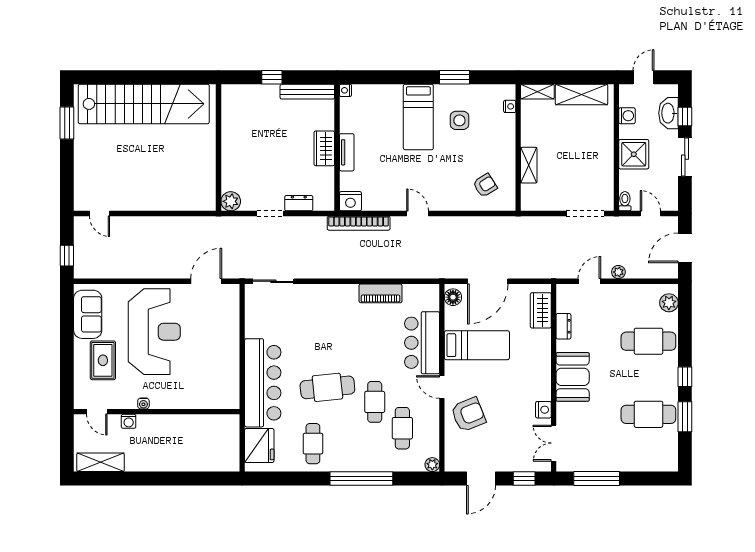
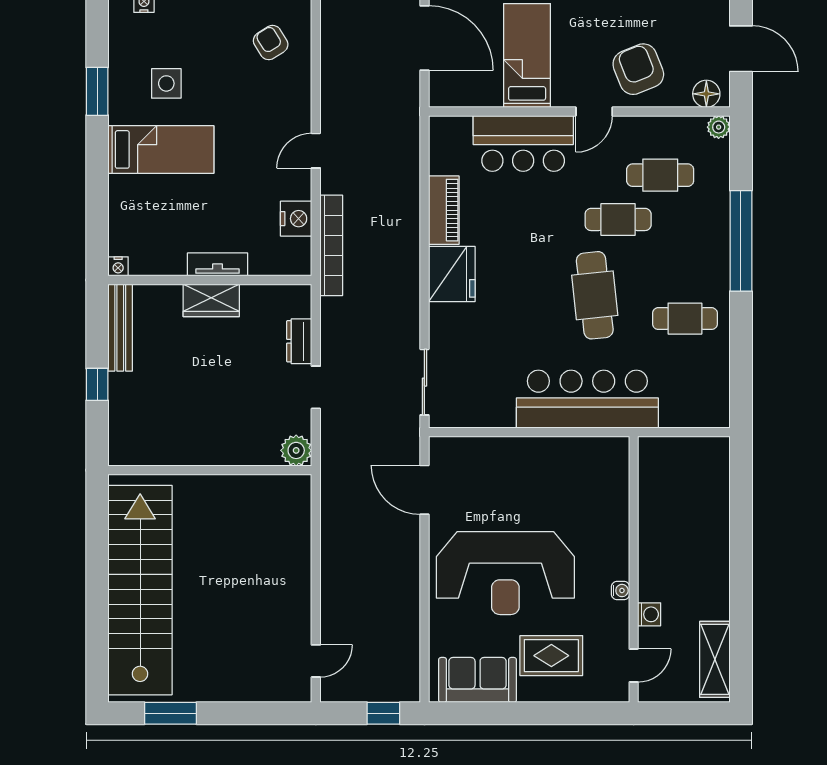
nightstand: (350, 201) -> (296, 219), moved
floor lamp: (453, 297) -> (706, 94), moved
reception desk: (154, 332) -> (505, 573), turned 180
fridge: (259, 446) -> (452, 274), moved, turned 90

